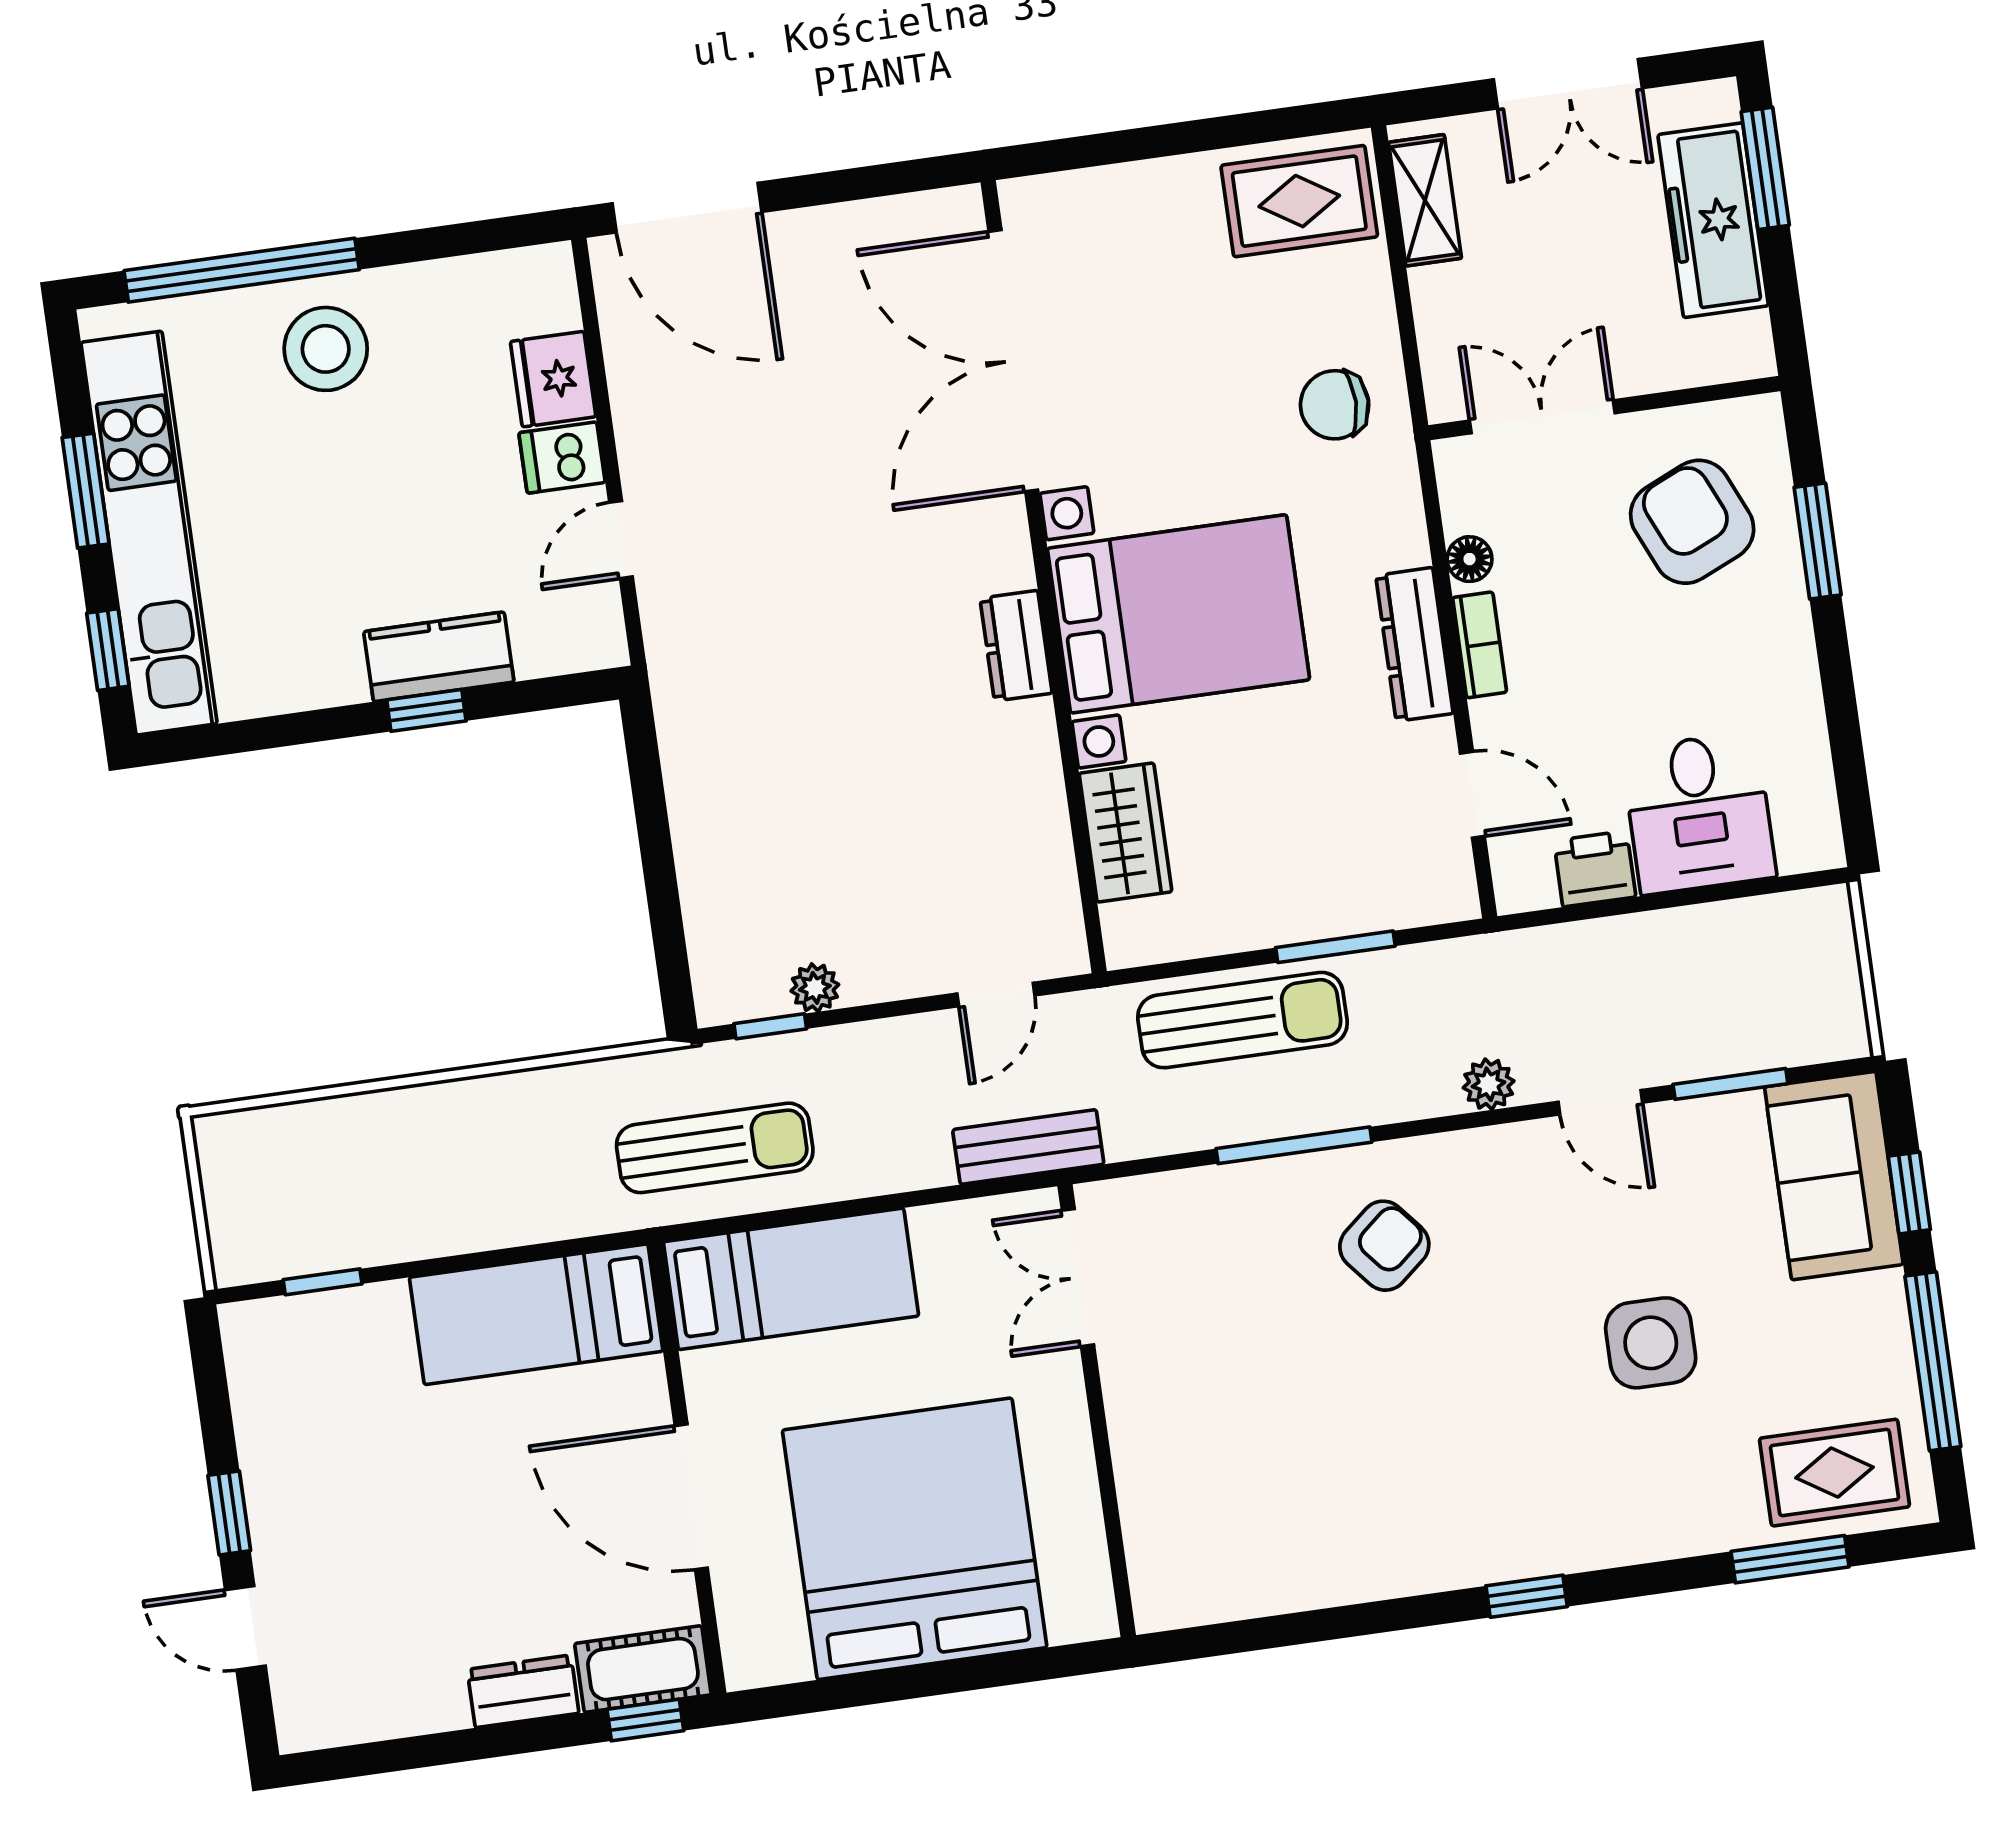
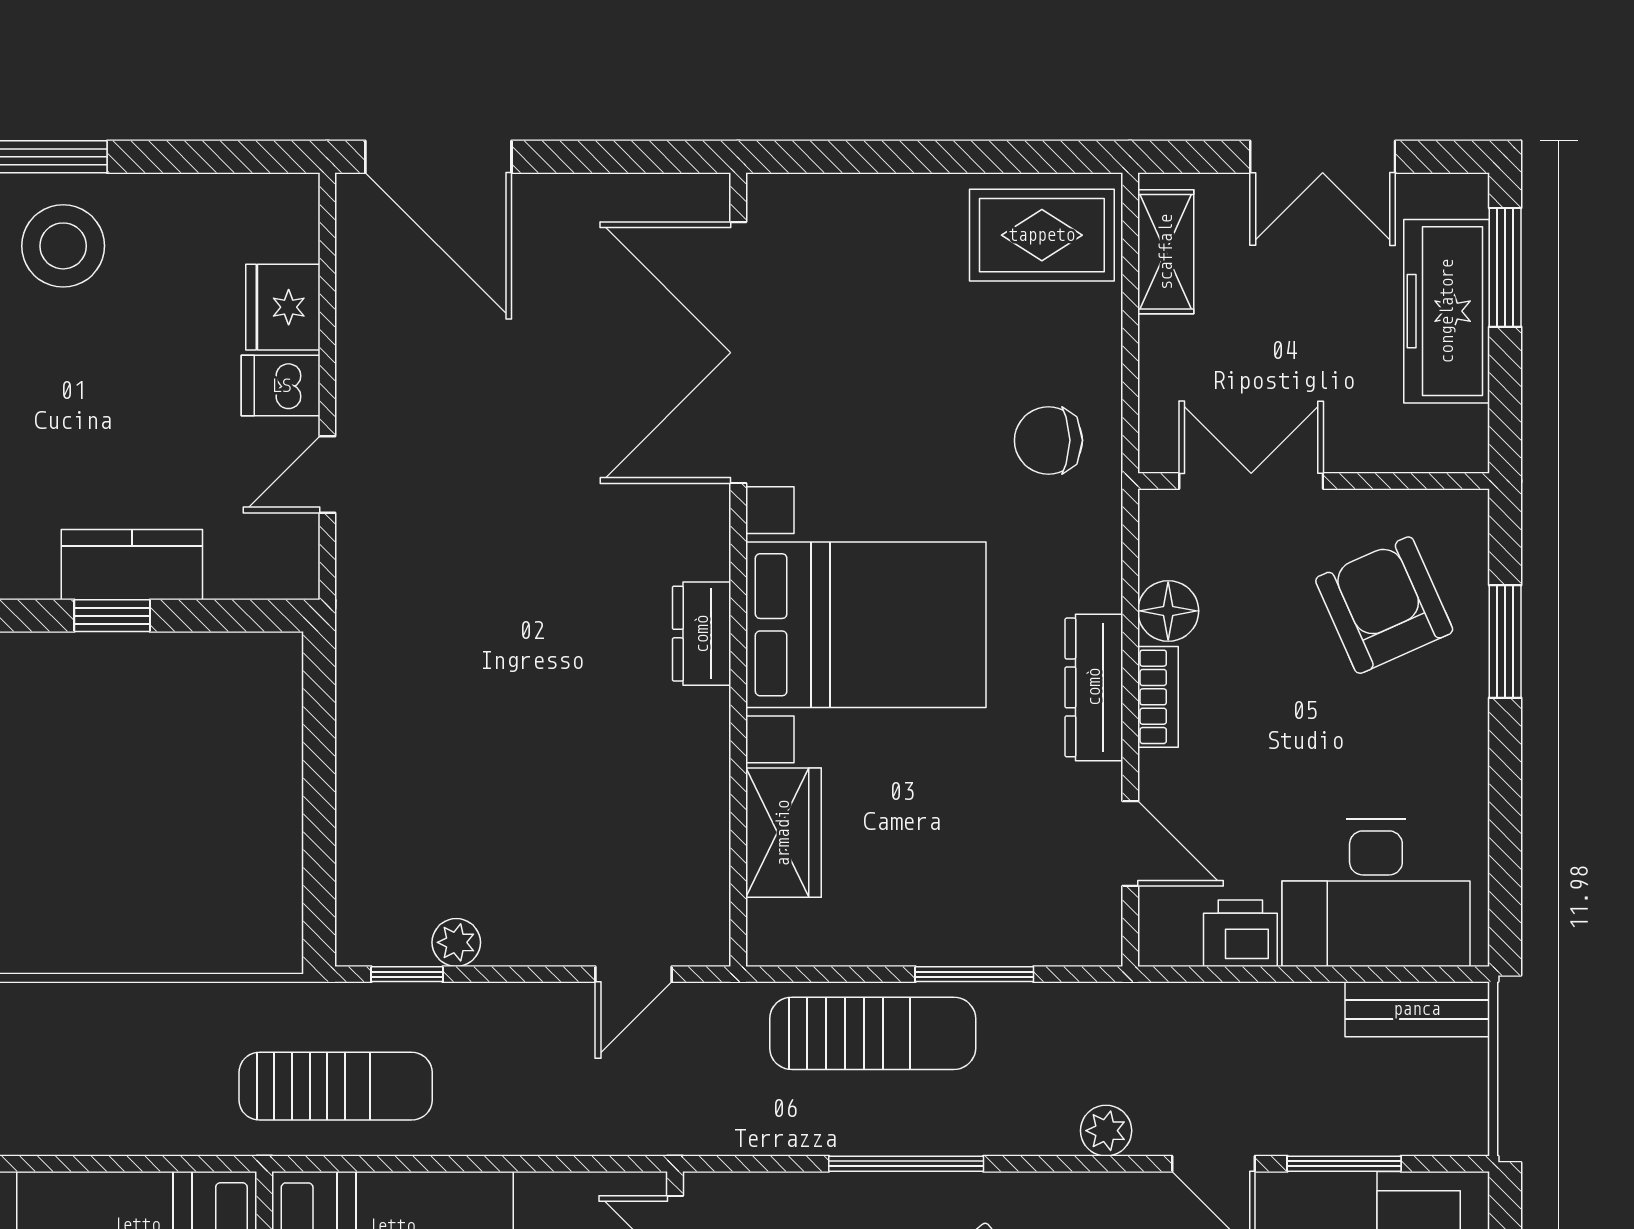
floor lamp: (1470, 559) -> (1168, 611), width x1.37, depth x1.37
desk: (1699, 813) -> (1376, 893), width x1.37
bench: (1028, 1147) -> (1417, 1009), moved

